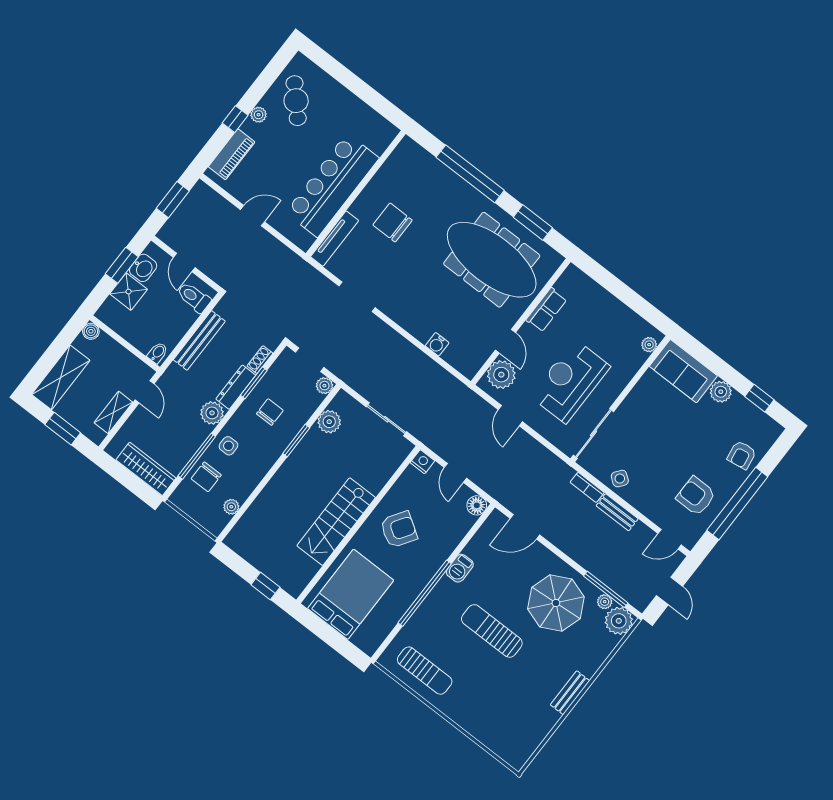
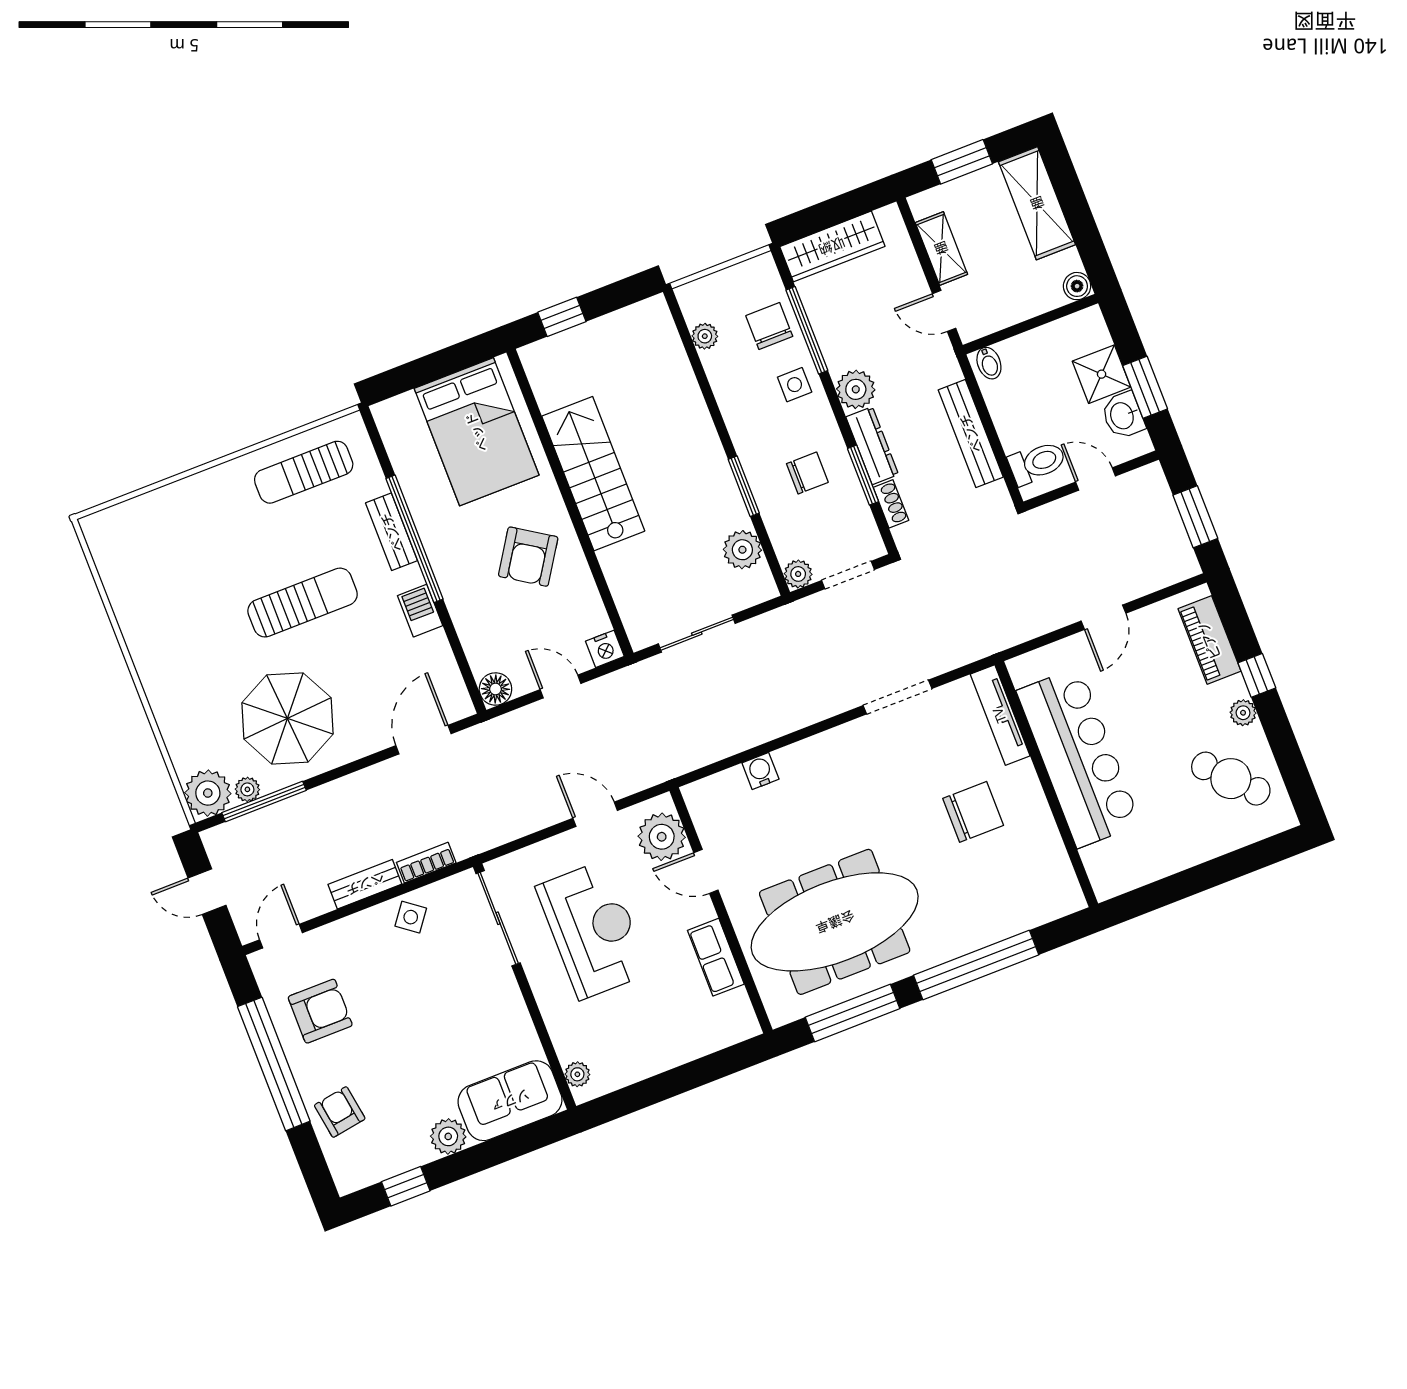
window: (533, 222) -> (853, 1013), width x1.44
chair: (270, 412) -> (807, 473), turned -90
bench: (570, 693) -> (392, 532), moved

